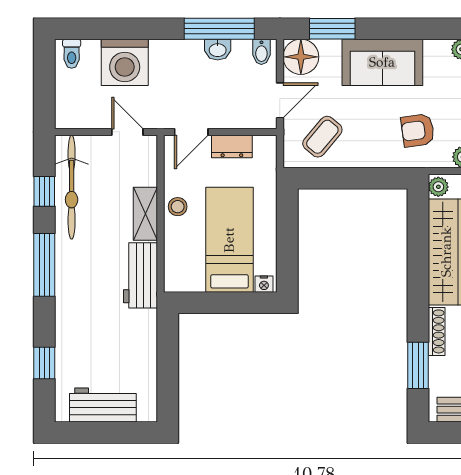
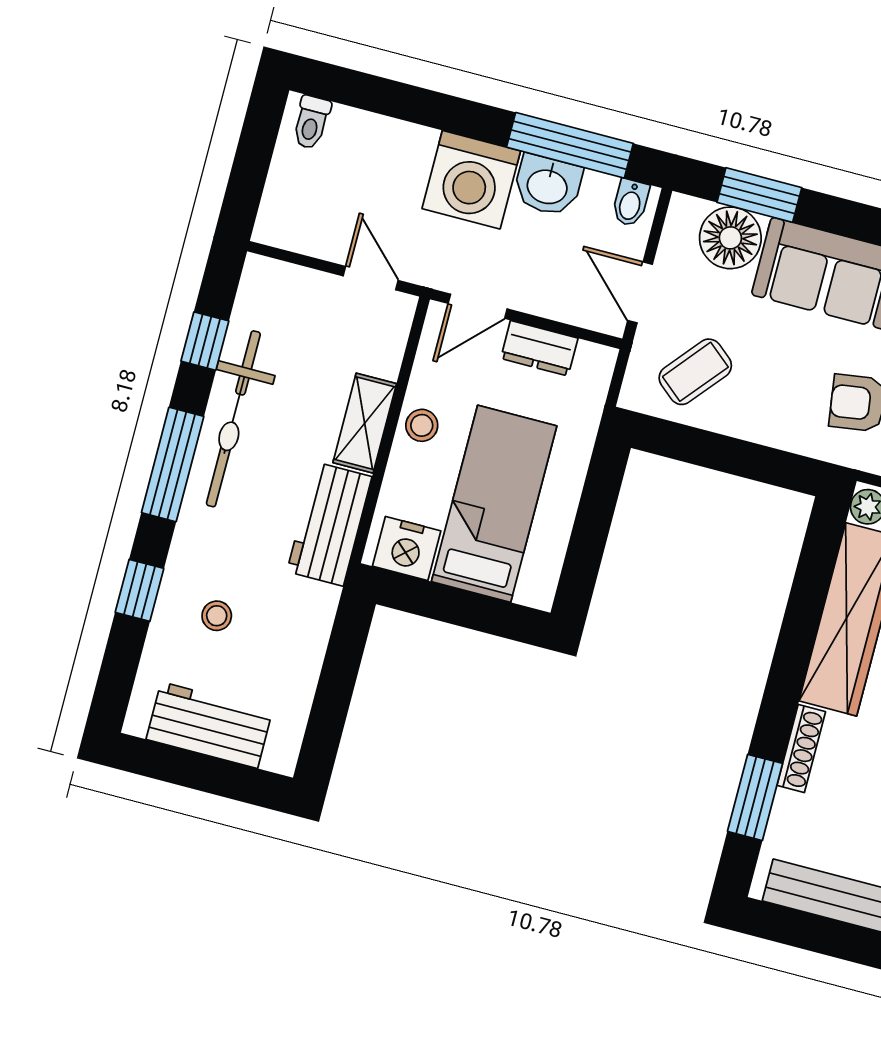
washbasin: (218, 50) -> (548, 185), width x1.38, depth x1.45
floor lamp: (301, 57) -> (730, 238), moved
washing machine: (125, 62) -> (471, 180), moved
door: (280, 100) -> (640, 292), swing flipped
bicycle: (72, 187) -> (233, 419), moved
nightstand: (264, 284) -> (407, 548), moved, width x1.89, depth x1.79
stool: (91, 343) -> (217, 616), added
window: (44, 363) -> (139, 590), moved

